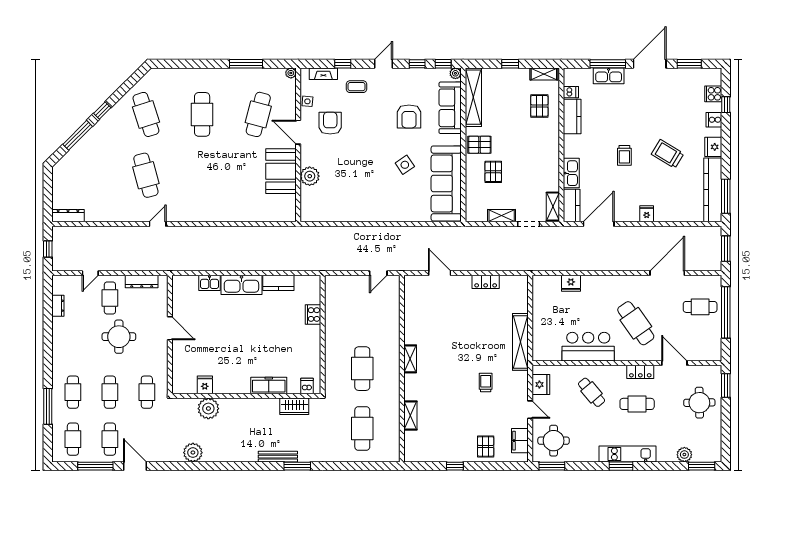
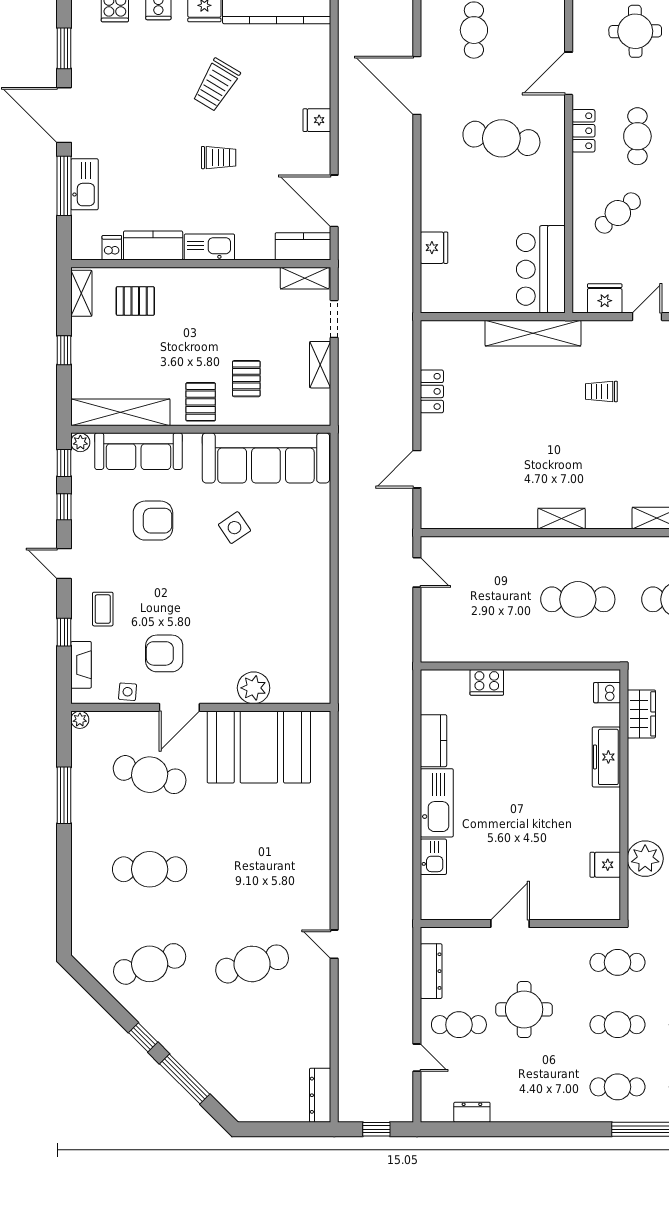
booth: (281, 171) -> (259, 747), width x1.36, depth x1.42
pallet: (493, 172) -> (246, 379), turned 90
kitchen sink: (571, 173) -> (209, 247), moved
cafe table: (636, 323) -> (501, 138), turned 44
bar counter: (588, 347) -> (541, 269), moved

